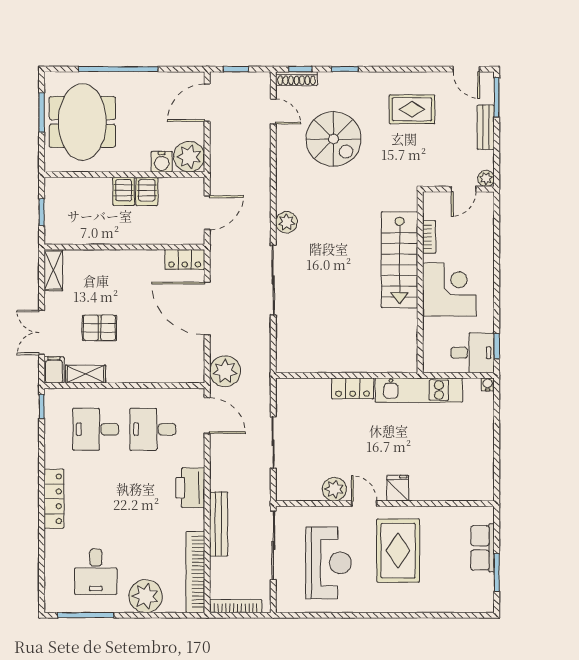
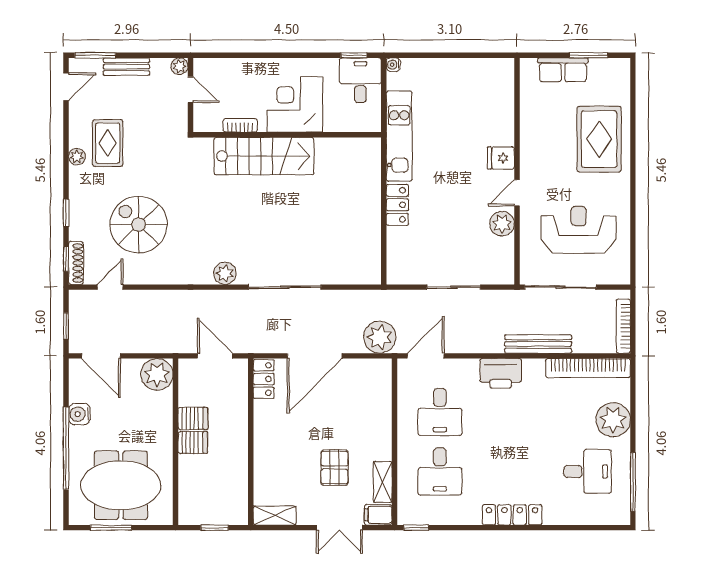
plant: (399, 80) -> (77, 157), added
spiral stairs: (334, 139) -> (139, 225), turned -90
water cooler: (162, 162) -> (79, 414), moved, turned 180
rug: (398, 551) -> (599, 139), moved, turned 90

